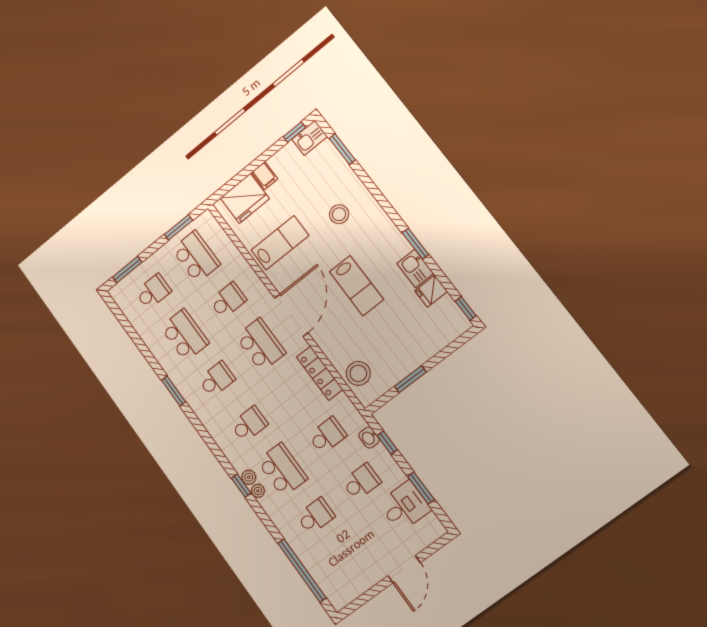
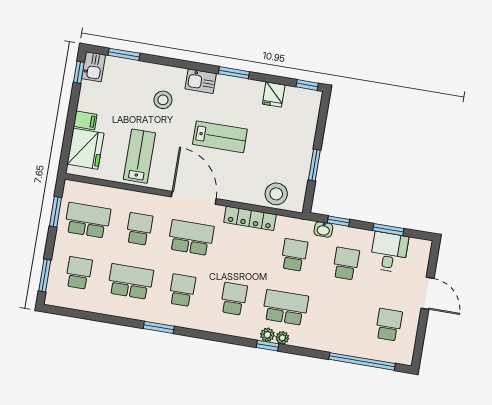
kitchen sink: (415, 268) -> (201, 81), moved
school desk: (316, 516) -> (389, 325), moved

